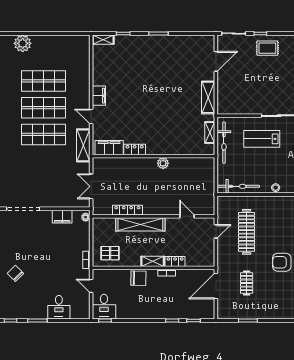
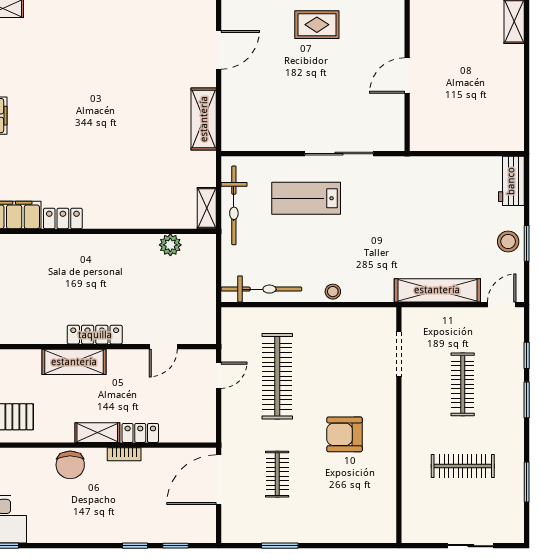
shelving: (210, 132) -> (207, 208), moved
plant: (163, 163) -> (170, 245), moved
locker: (127, 210) -> (95, 335), moved
door: (187, 216) -> (163, 347), swing flipped
shelving: (140, 224) -> (74, 362), width x0.68
chair: (138, 278) -> (70, 465), turned 89

